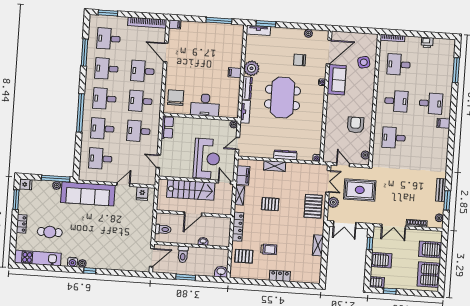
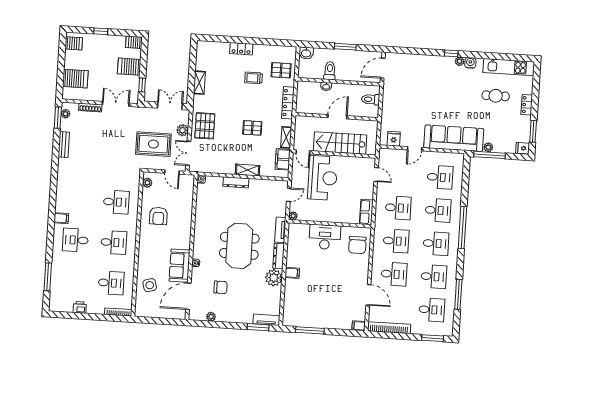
desk: (396, 101) -> (114, 242), turned 180
reception desk: (207, 159) -> (323, 178), turned 180
window: (447, 200) -> (58, 118), moved
toilet: (183, 254) -> (330, 71), moved
server rack: (429, 275) -> (74, 43), width x0.46, depth x0.70
window: (390, 291) -> (101, 31), moved

